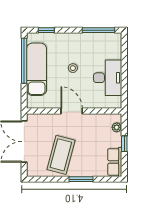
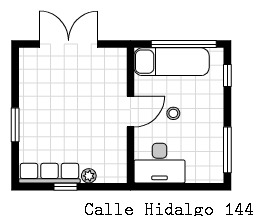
door: (72, 111) -> (130, 112), moved
wall: (74, 111) -> (130, 115), moved
coffee table: (61, 155) -> (50, 96), removed
row of seats: (115, 162) -> (49, 173), width x1.48

